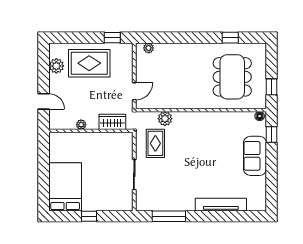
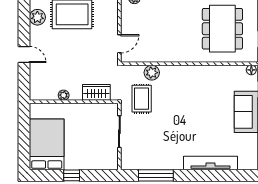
wardrobe: (112, 122) -> (96, 92), moved
plant: (81, 125) -> (64, 95), moved
wall: (91, 131) -> (74, 102), moved

